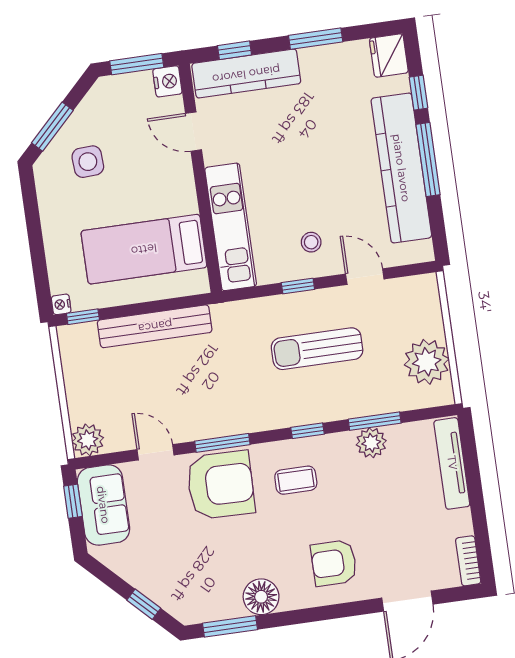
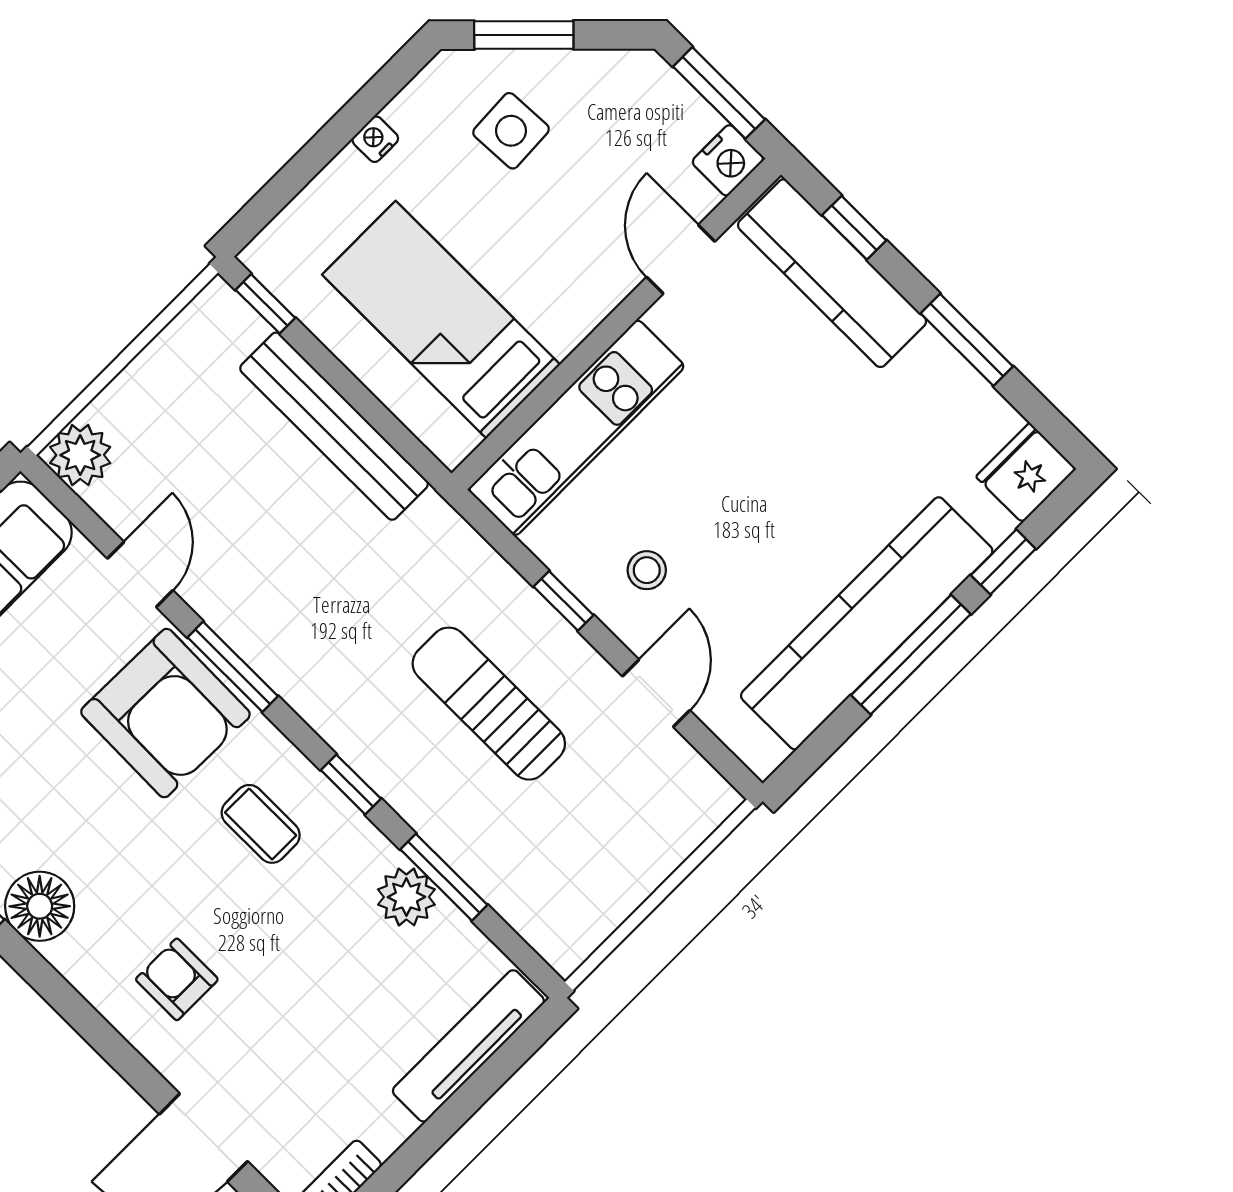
nightstand: (61, 304) -> (375, 139), moved
plant: (427, 362) -> (596, 888), removed
armchair: (334, 563) -> (177, 979), width x0.72, depth x0.72

